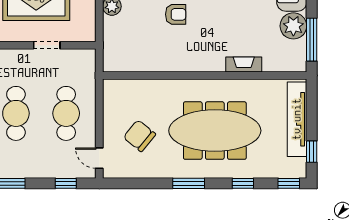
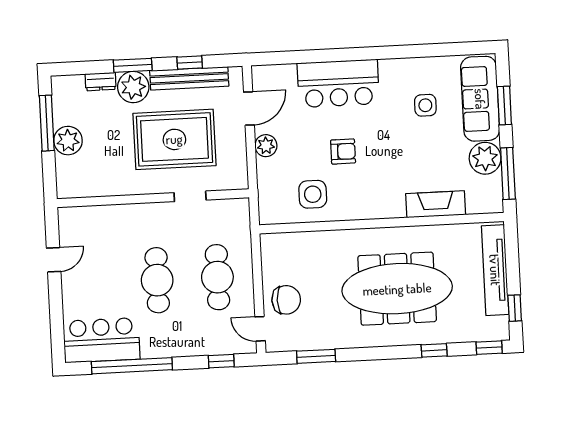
side table: (149, 49) -> (313, 194), added
fireplace: (244, 65) -> (436, 204), width x1.37, depth x1.32
chair: (140, 136) -> (286, 300), moved, turned 141
window: (189, 183) -> (316, 356), moved

